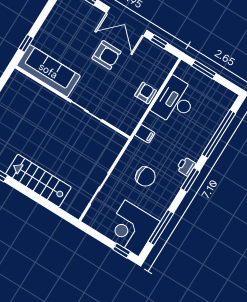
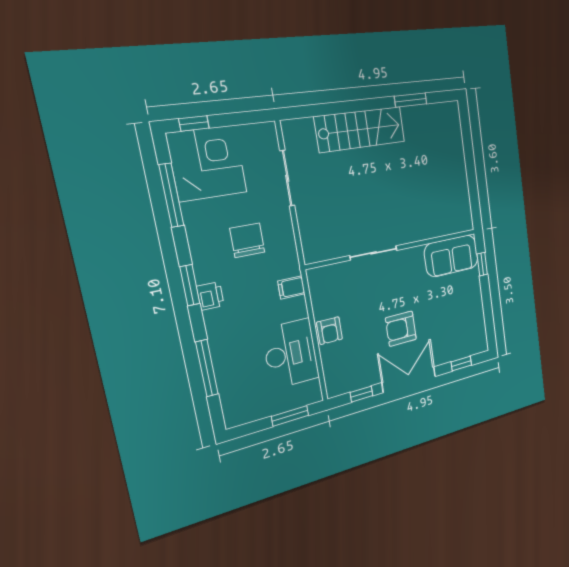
sofa: (48, 71) -> (451, 256), width x0.73
window: (219, 134) -> (207, 368), width x0.68
chair: (145, 177) -> (247, 240), turned 90

